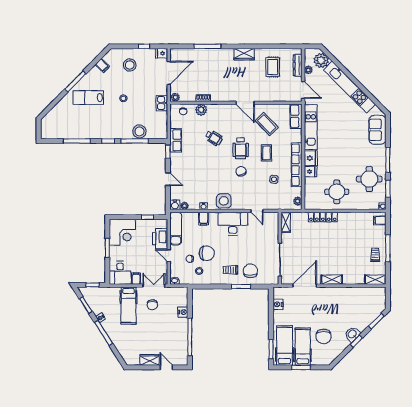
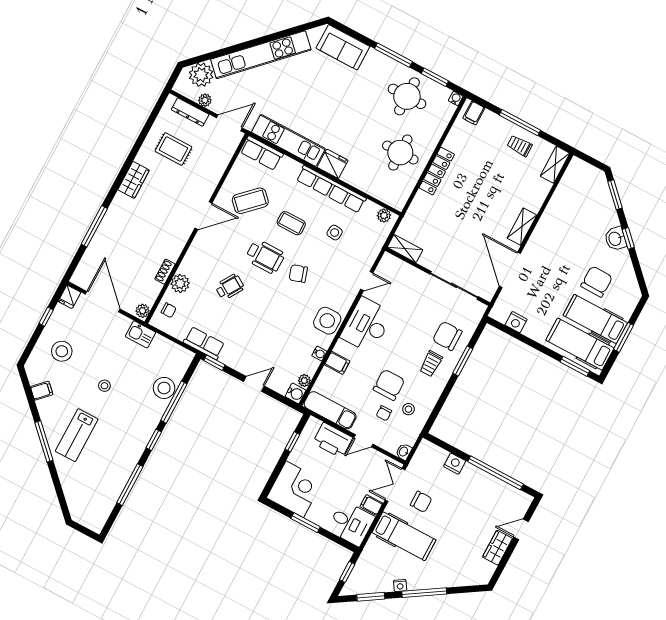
fridge: (311, 172) -> (352, 175), removed
locker: (323, 217) -> (437, 171), moved
chair: (324, 336) -> (597, 282), turned -89

